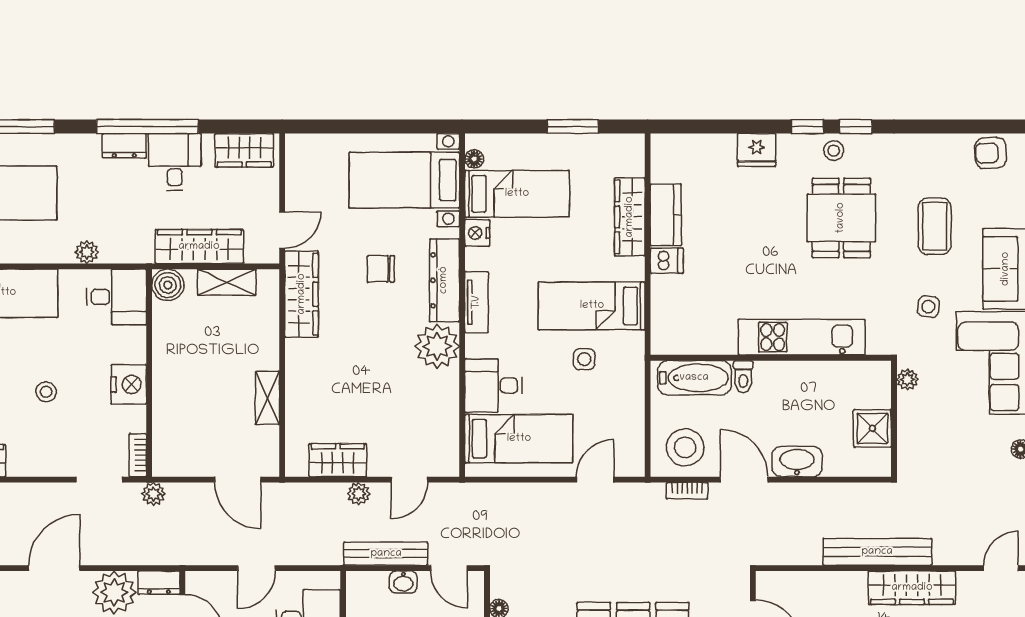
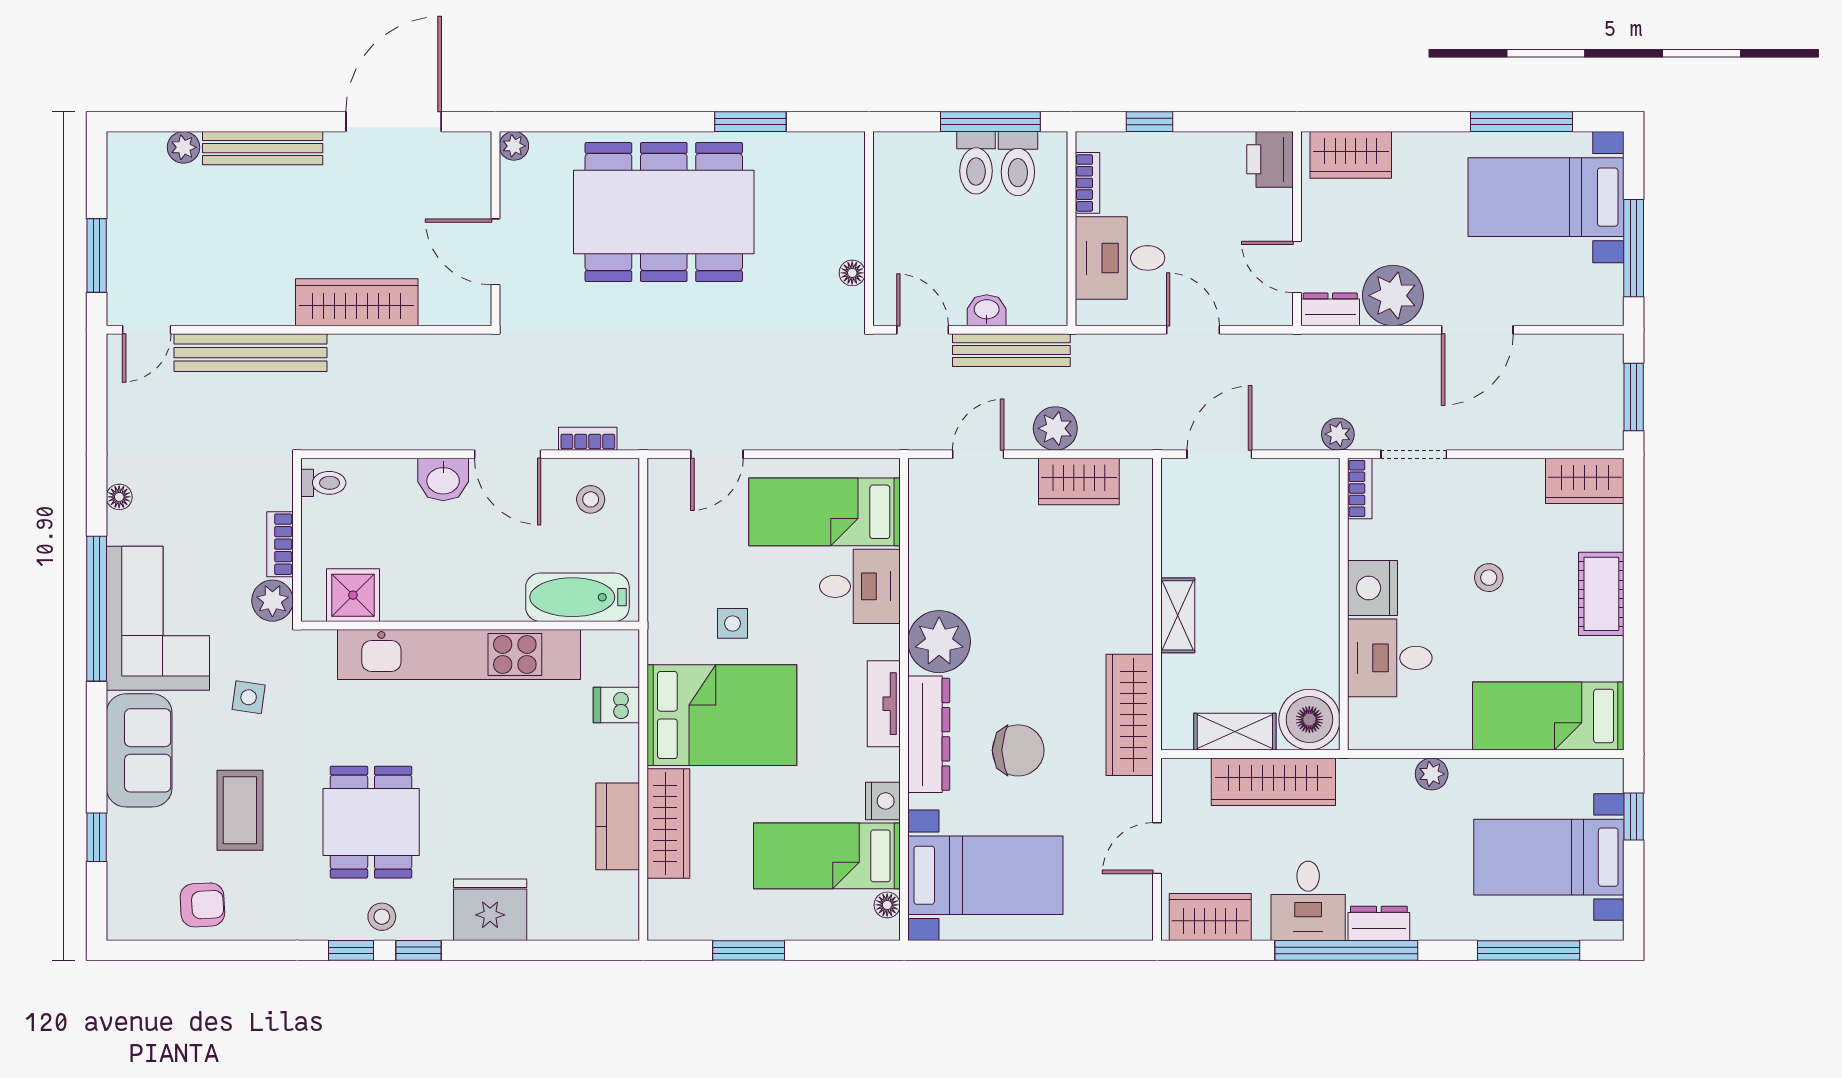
fridge: (757, 150) -> (490, 910), width x1.36, depth x1.34
armchair: (991, 153) -> (202, 905), moved
door: (282, 230) -> (1157, 848), moved
dishwasher: (667, 261) -> (616, 705), moved
chair: (381, 269) -> (1018, 750), width x1.37, depth x1.37
boiler: (168, 285) -> (1309, 720), width x1.37, depth x1.37
desk: (116, 297) -> (1390, 658), moved
bed: (592, 306) -> (722, 715), width x1.50
kitchen unit: (802, 337) -> (459, 654), width x1.36
toilet: (743, 376) -> (323, 483), moved, turned 90
plant: (907, 379) -> (272, 601), width x1.38, depth x1.38
shelving: (267, 398) -> (1178, 615), moved
bookcase: (906, 416) -> (280, 544), added
shower: (872, 428) -> (353, 595), moved
stool: (685, 447) -> (591, 499), width x0.53, depth x0.53
washbasin: (797, 462) -> (443, 480), width x0.72
door: (238, 480) -> (1219, 454), hinge flipped
plant: (359, 494) -> (1055, 428), width x1.38, depth x1.38
bench: (877, 552) -> (250, 353), moved
door: (257, 568) -> (1193, 330), hinge flipped
wardrobe: (912, 588) -> (357, 302), moved

